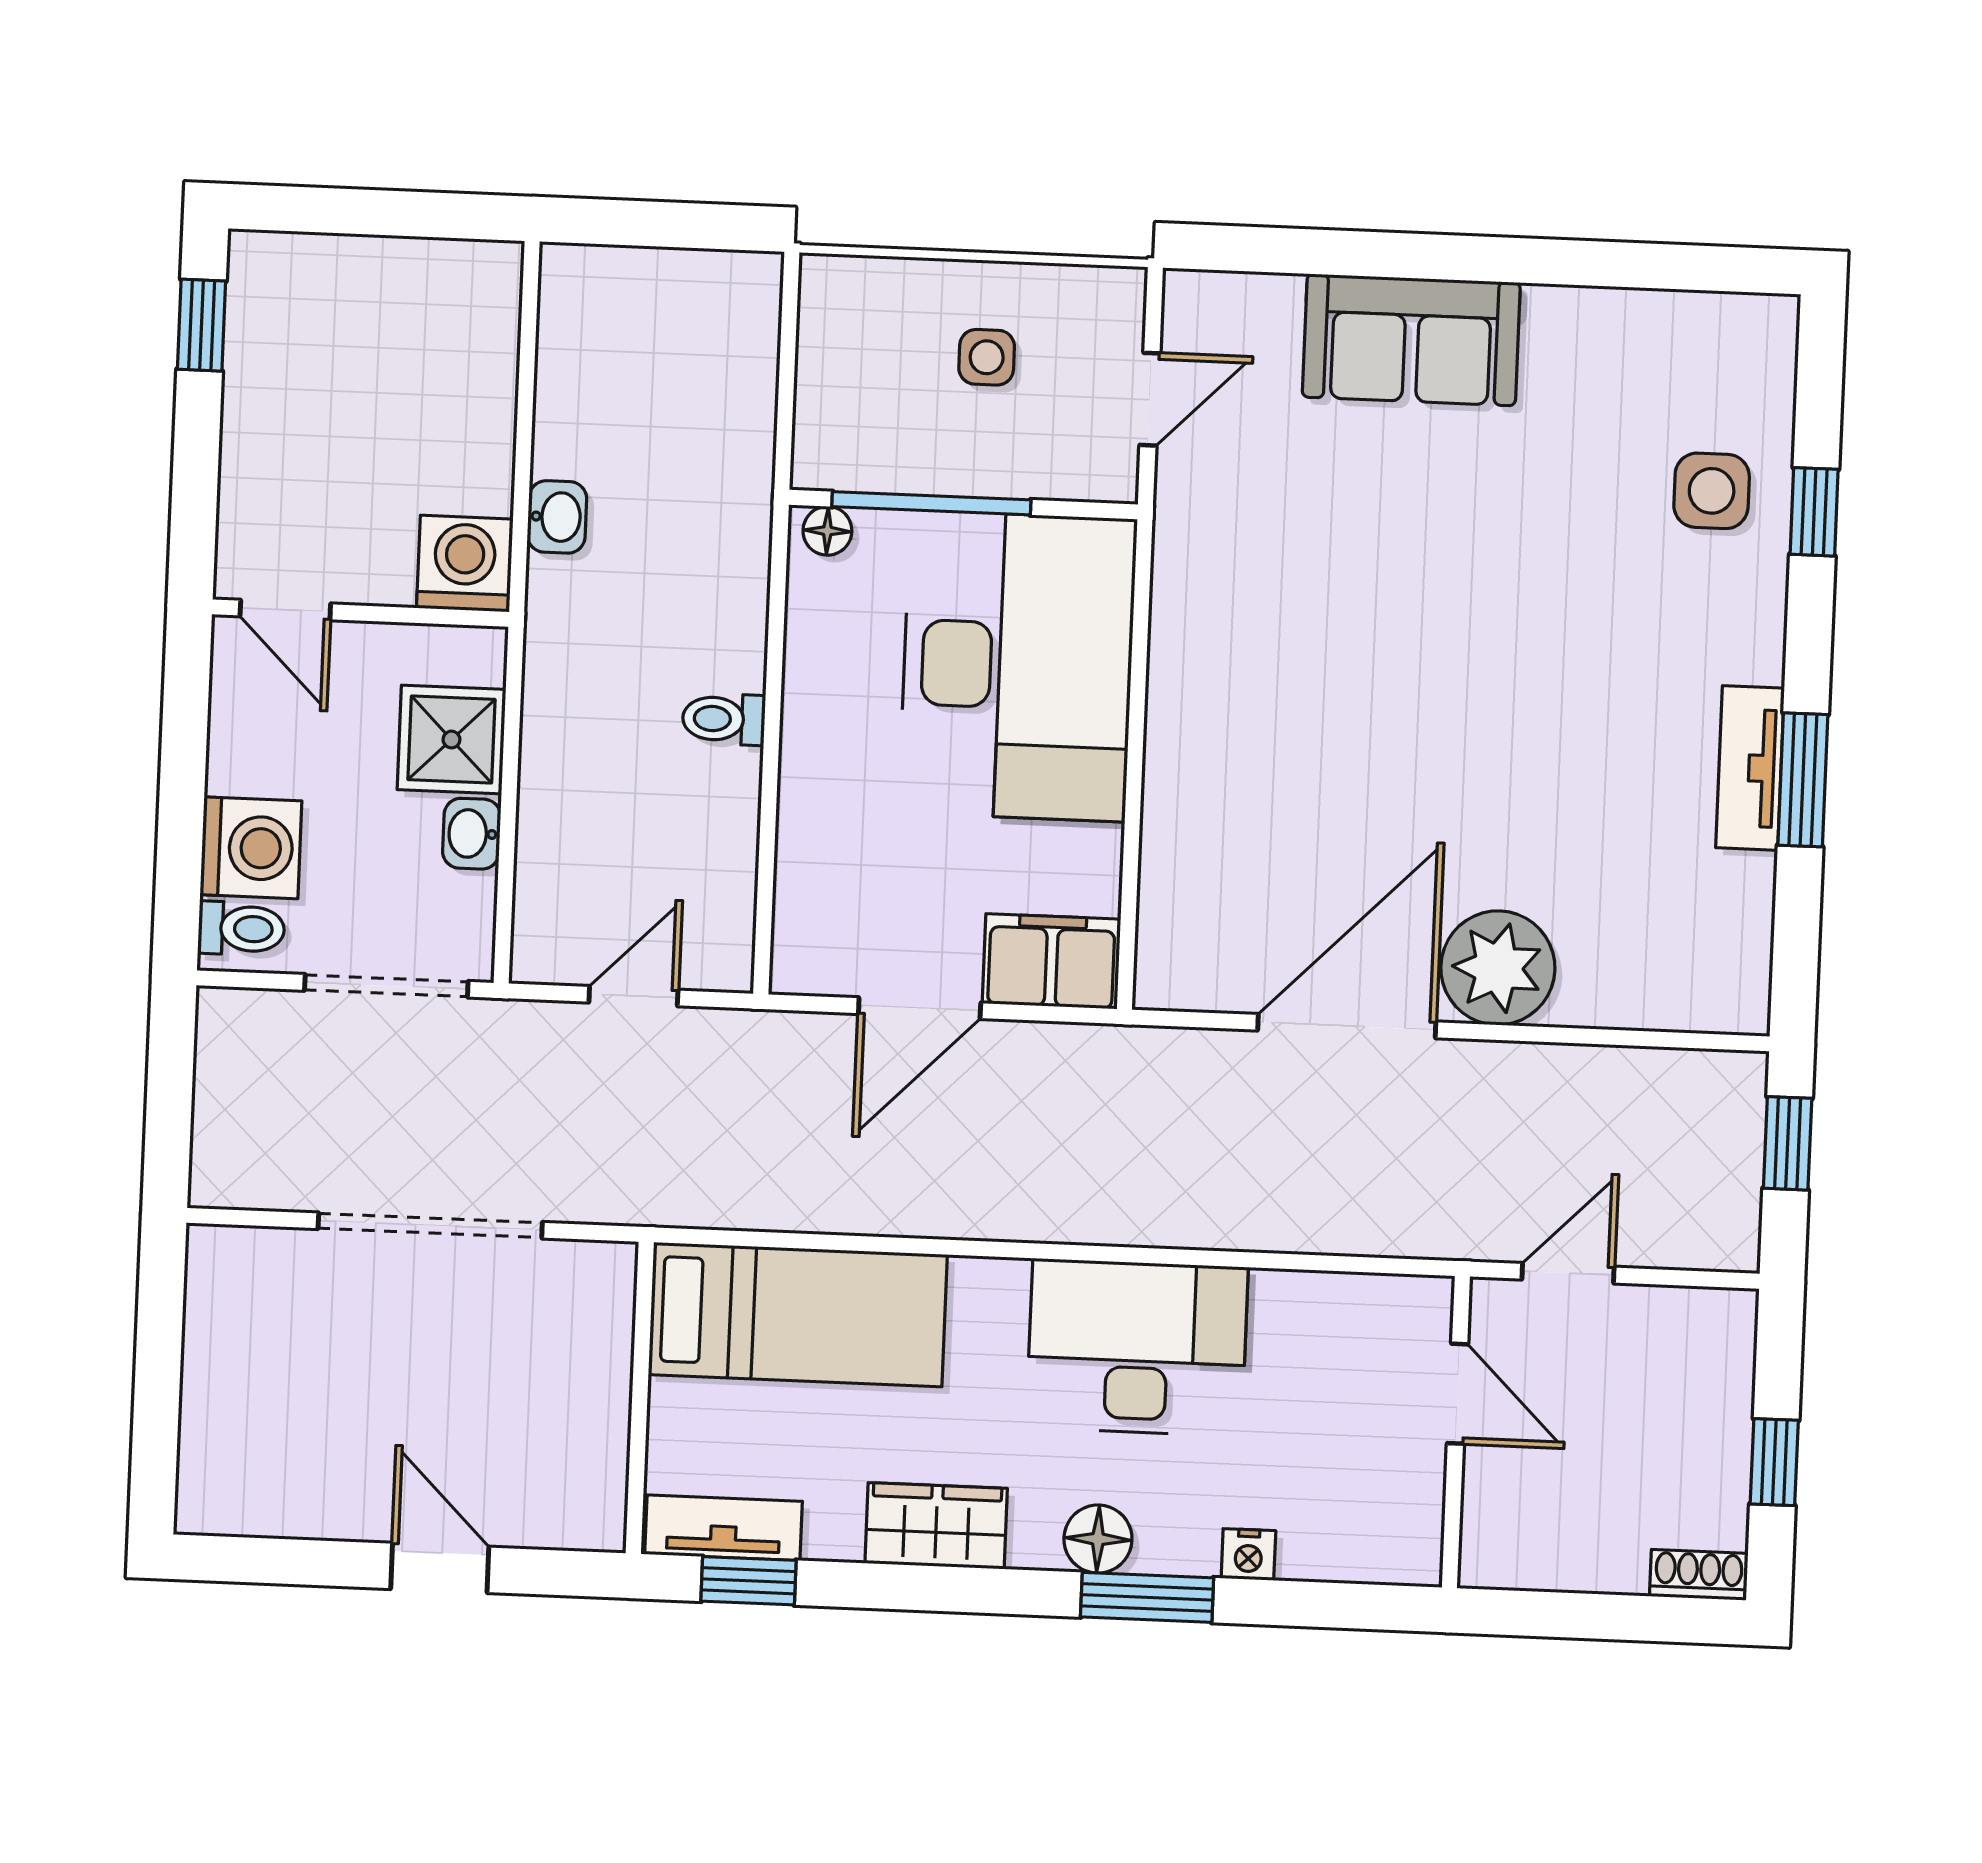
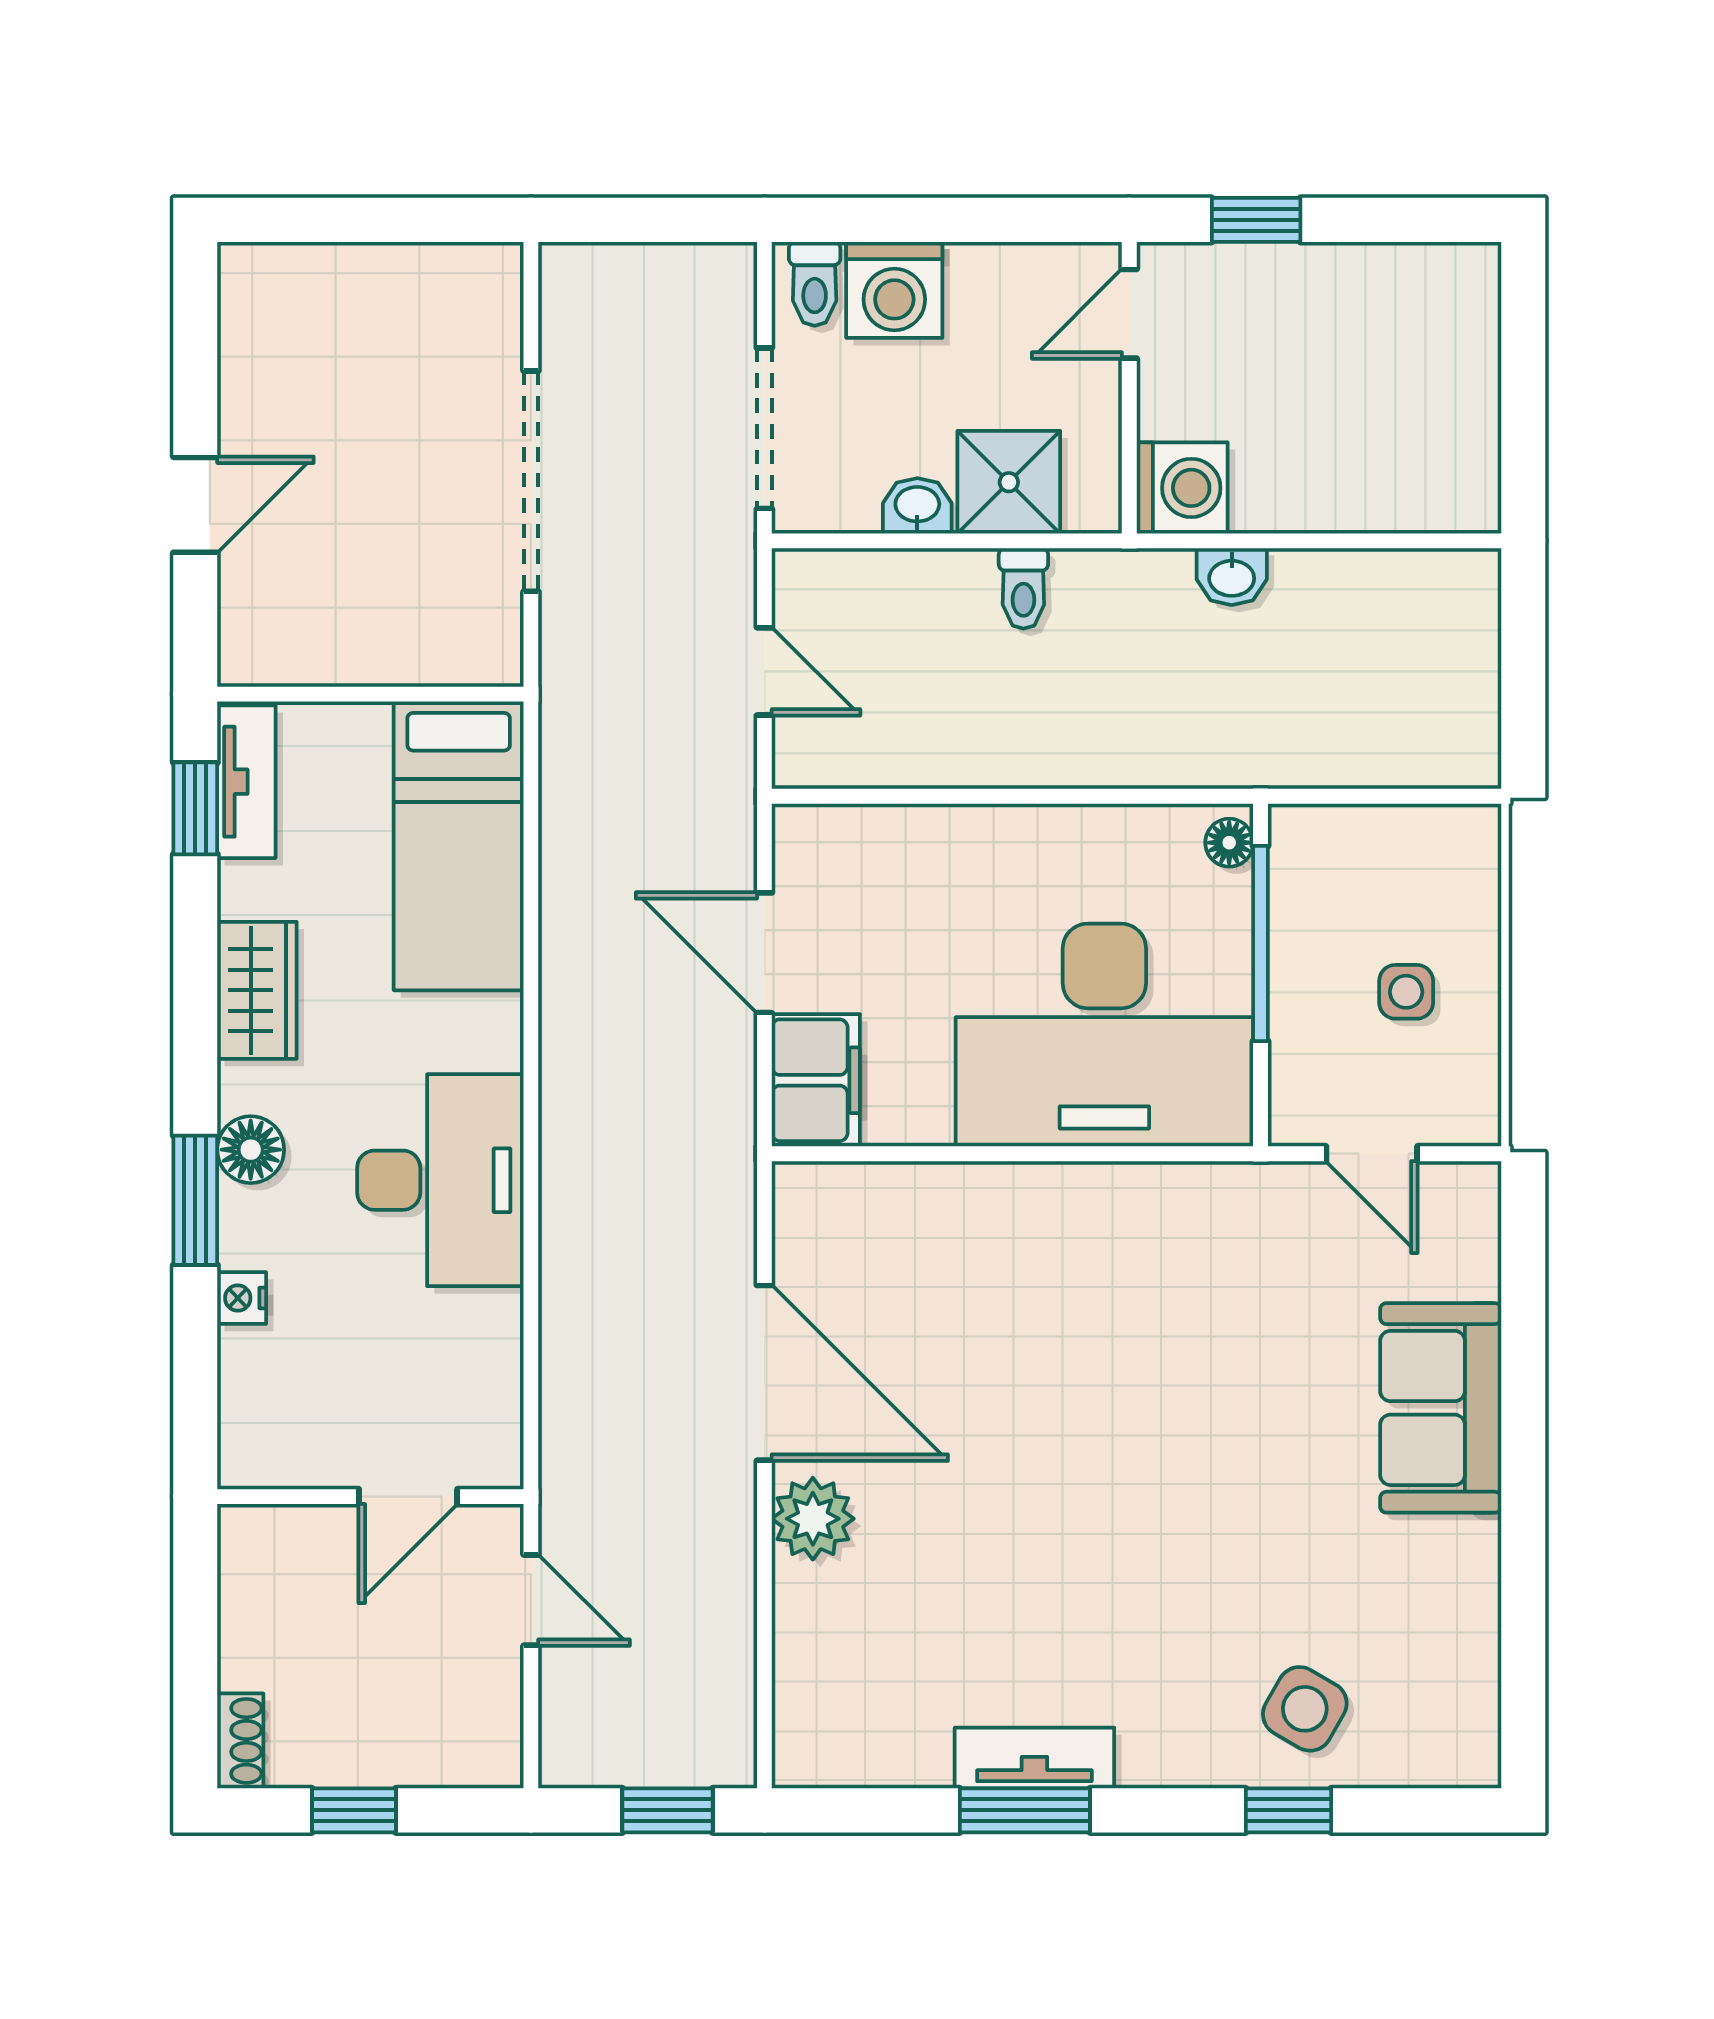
window: (202, 325) -> (1256, 220), moved
side table: (1712, 491) -> (1305, 1709), turned 30
toilet: (724, 719) -> (1023, 588), moved, turned 180
plant: (1498, 968) -> (813, 1519), width x0.73, depth x0.73

